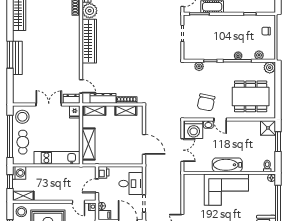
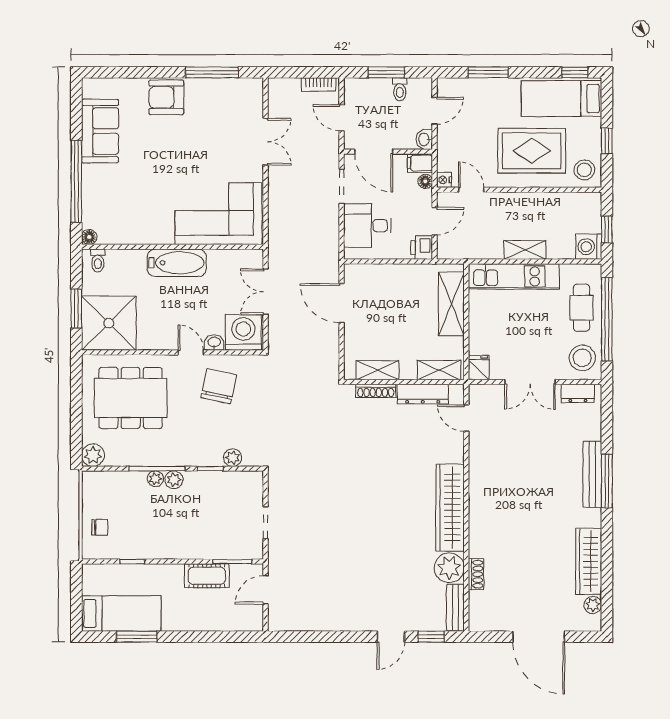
plant: (259, 55) -> (174, 480), moved
dresser: (72, 99) -> (578, 393), moved
shower: (268, 128) -> (109, 323), width x1.86, depth x1.86
corner sofa: (226, 190) -> (218, 214), moved
shelving: (23, 196) -> (525, 250), moved

